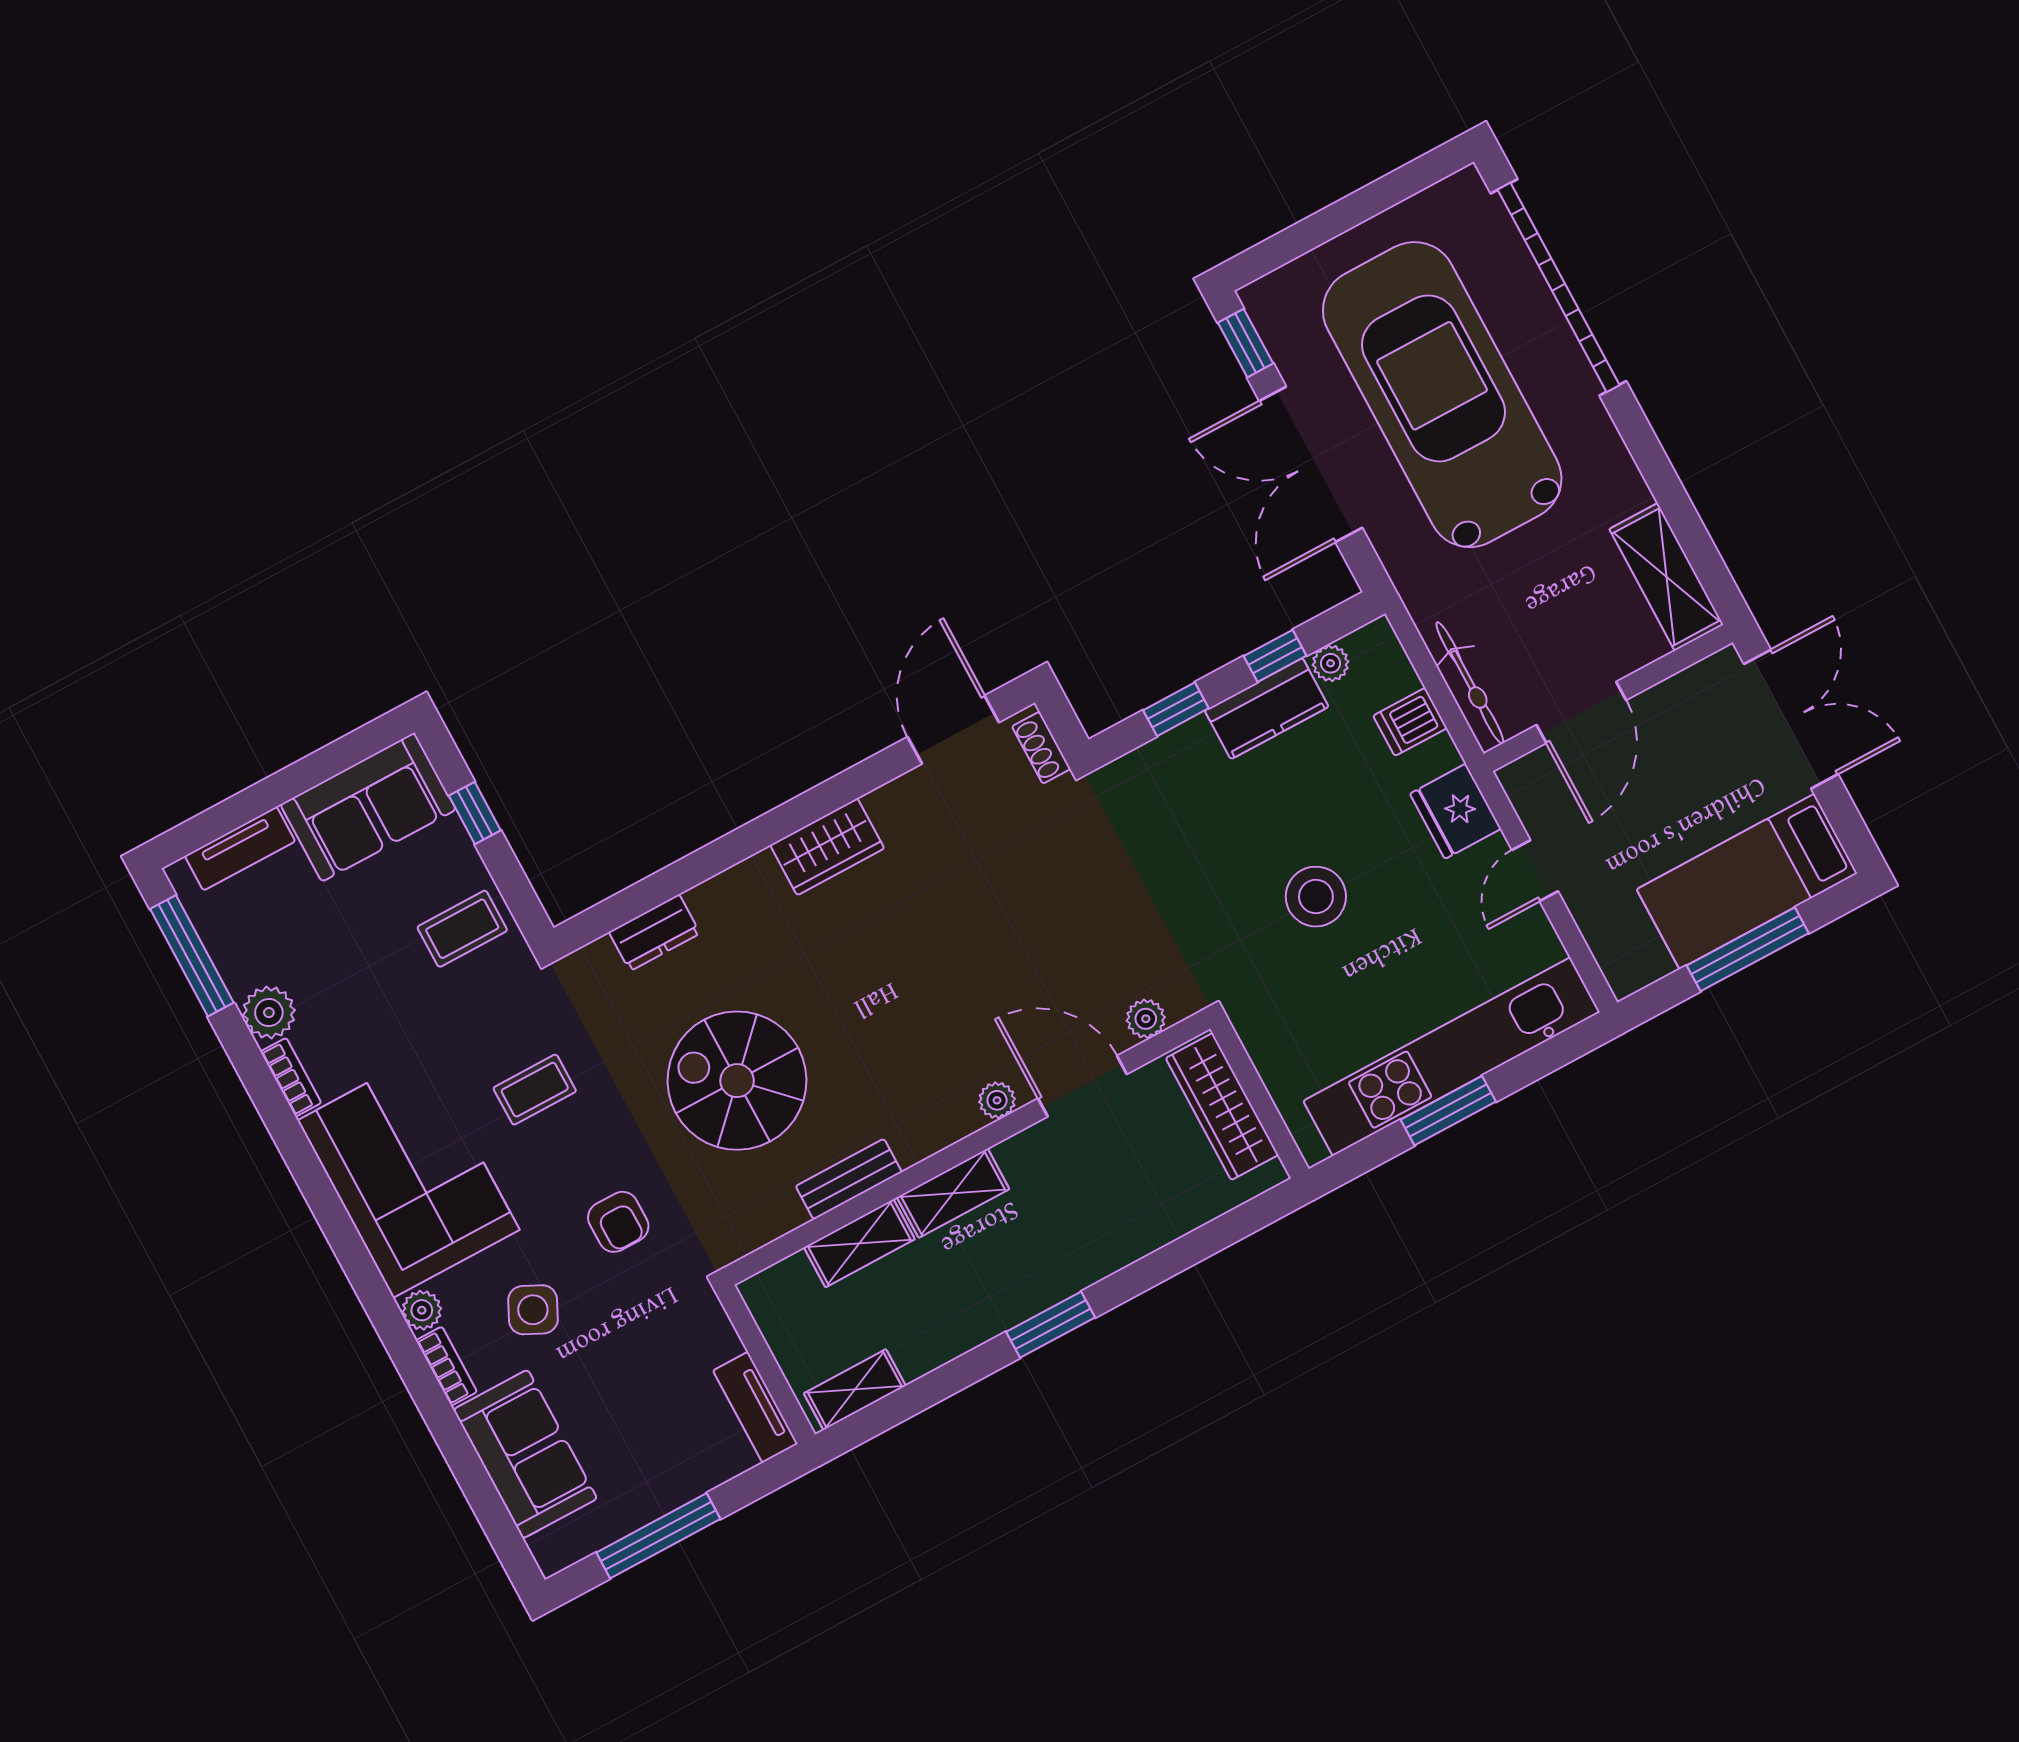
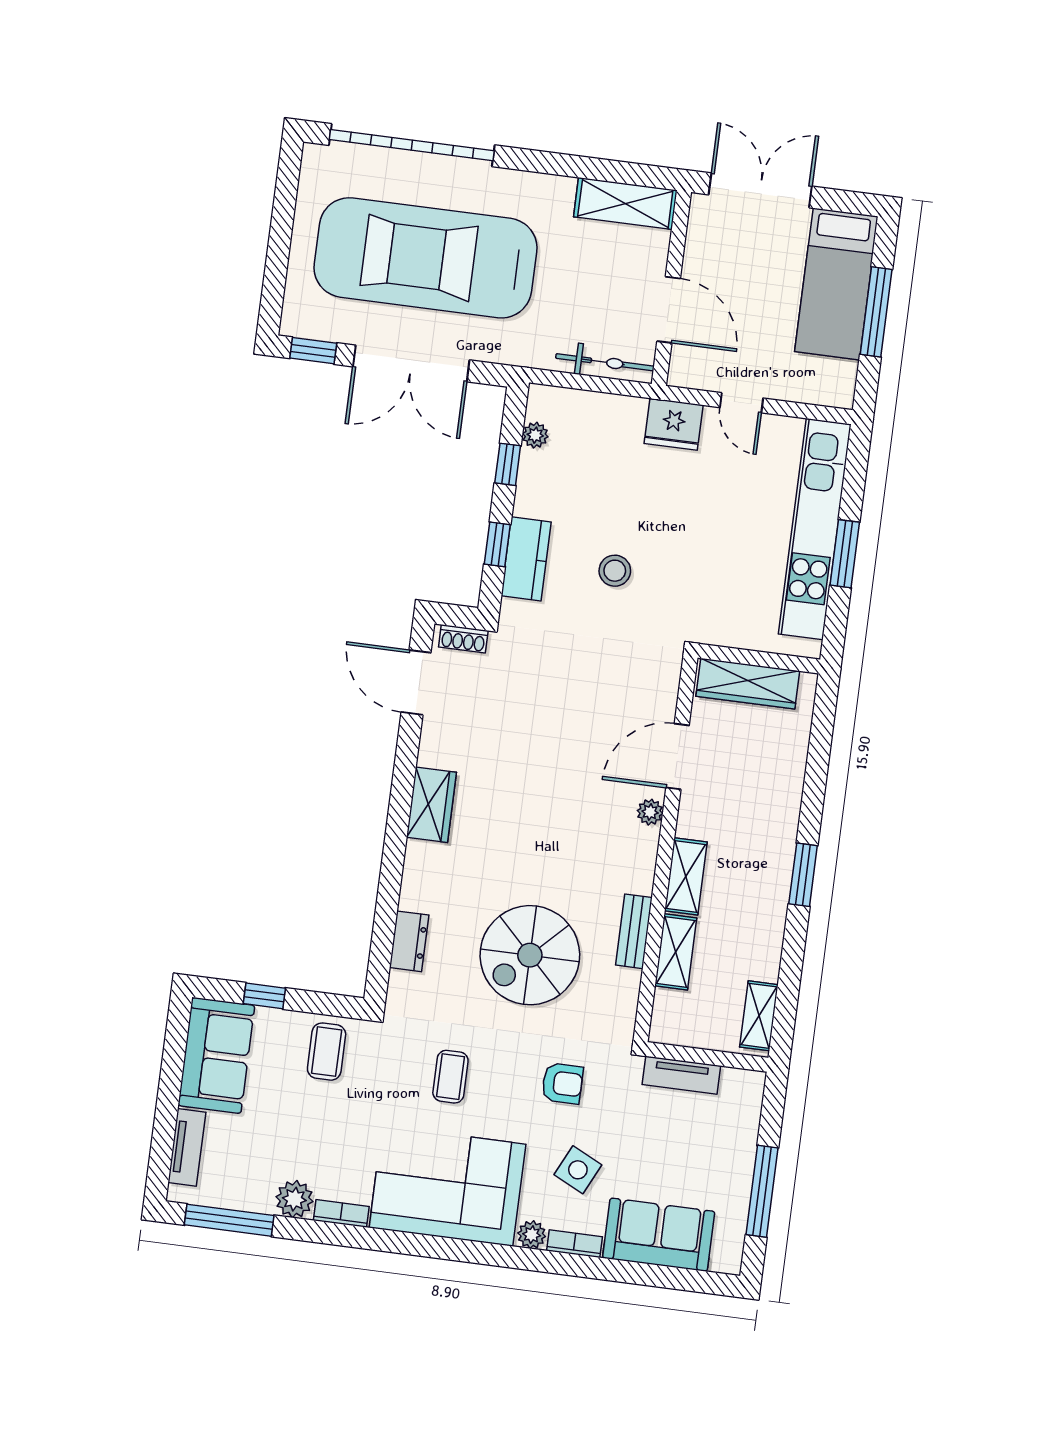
kitchen counter: (1267, 709) -> (526, 559), moved
dishwasher: (1410, 722) -> (603, 413), removed
stool: (1316, 897) -> (615, 571), moved, width x0.73, depth x0.73
plant: (1146, 1019) -> (665, 691), removed
tv unit: (755, 1407) -> (681, 1075), moved

